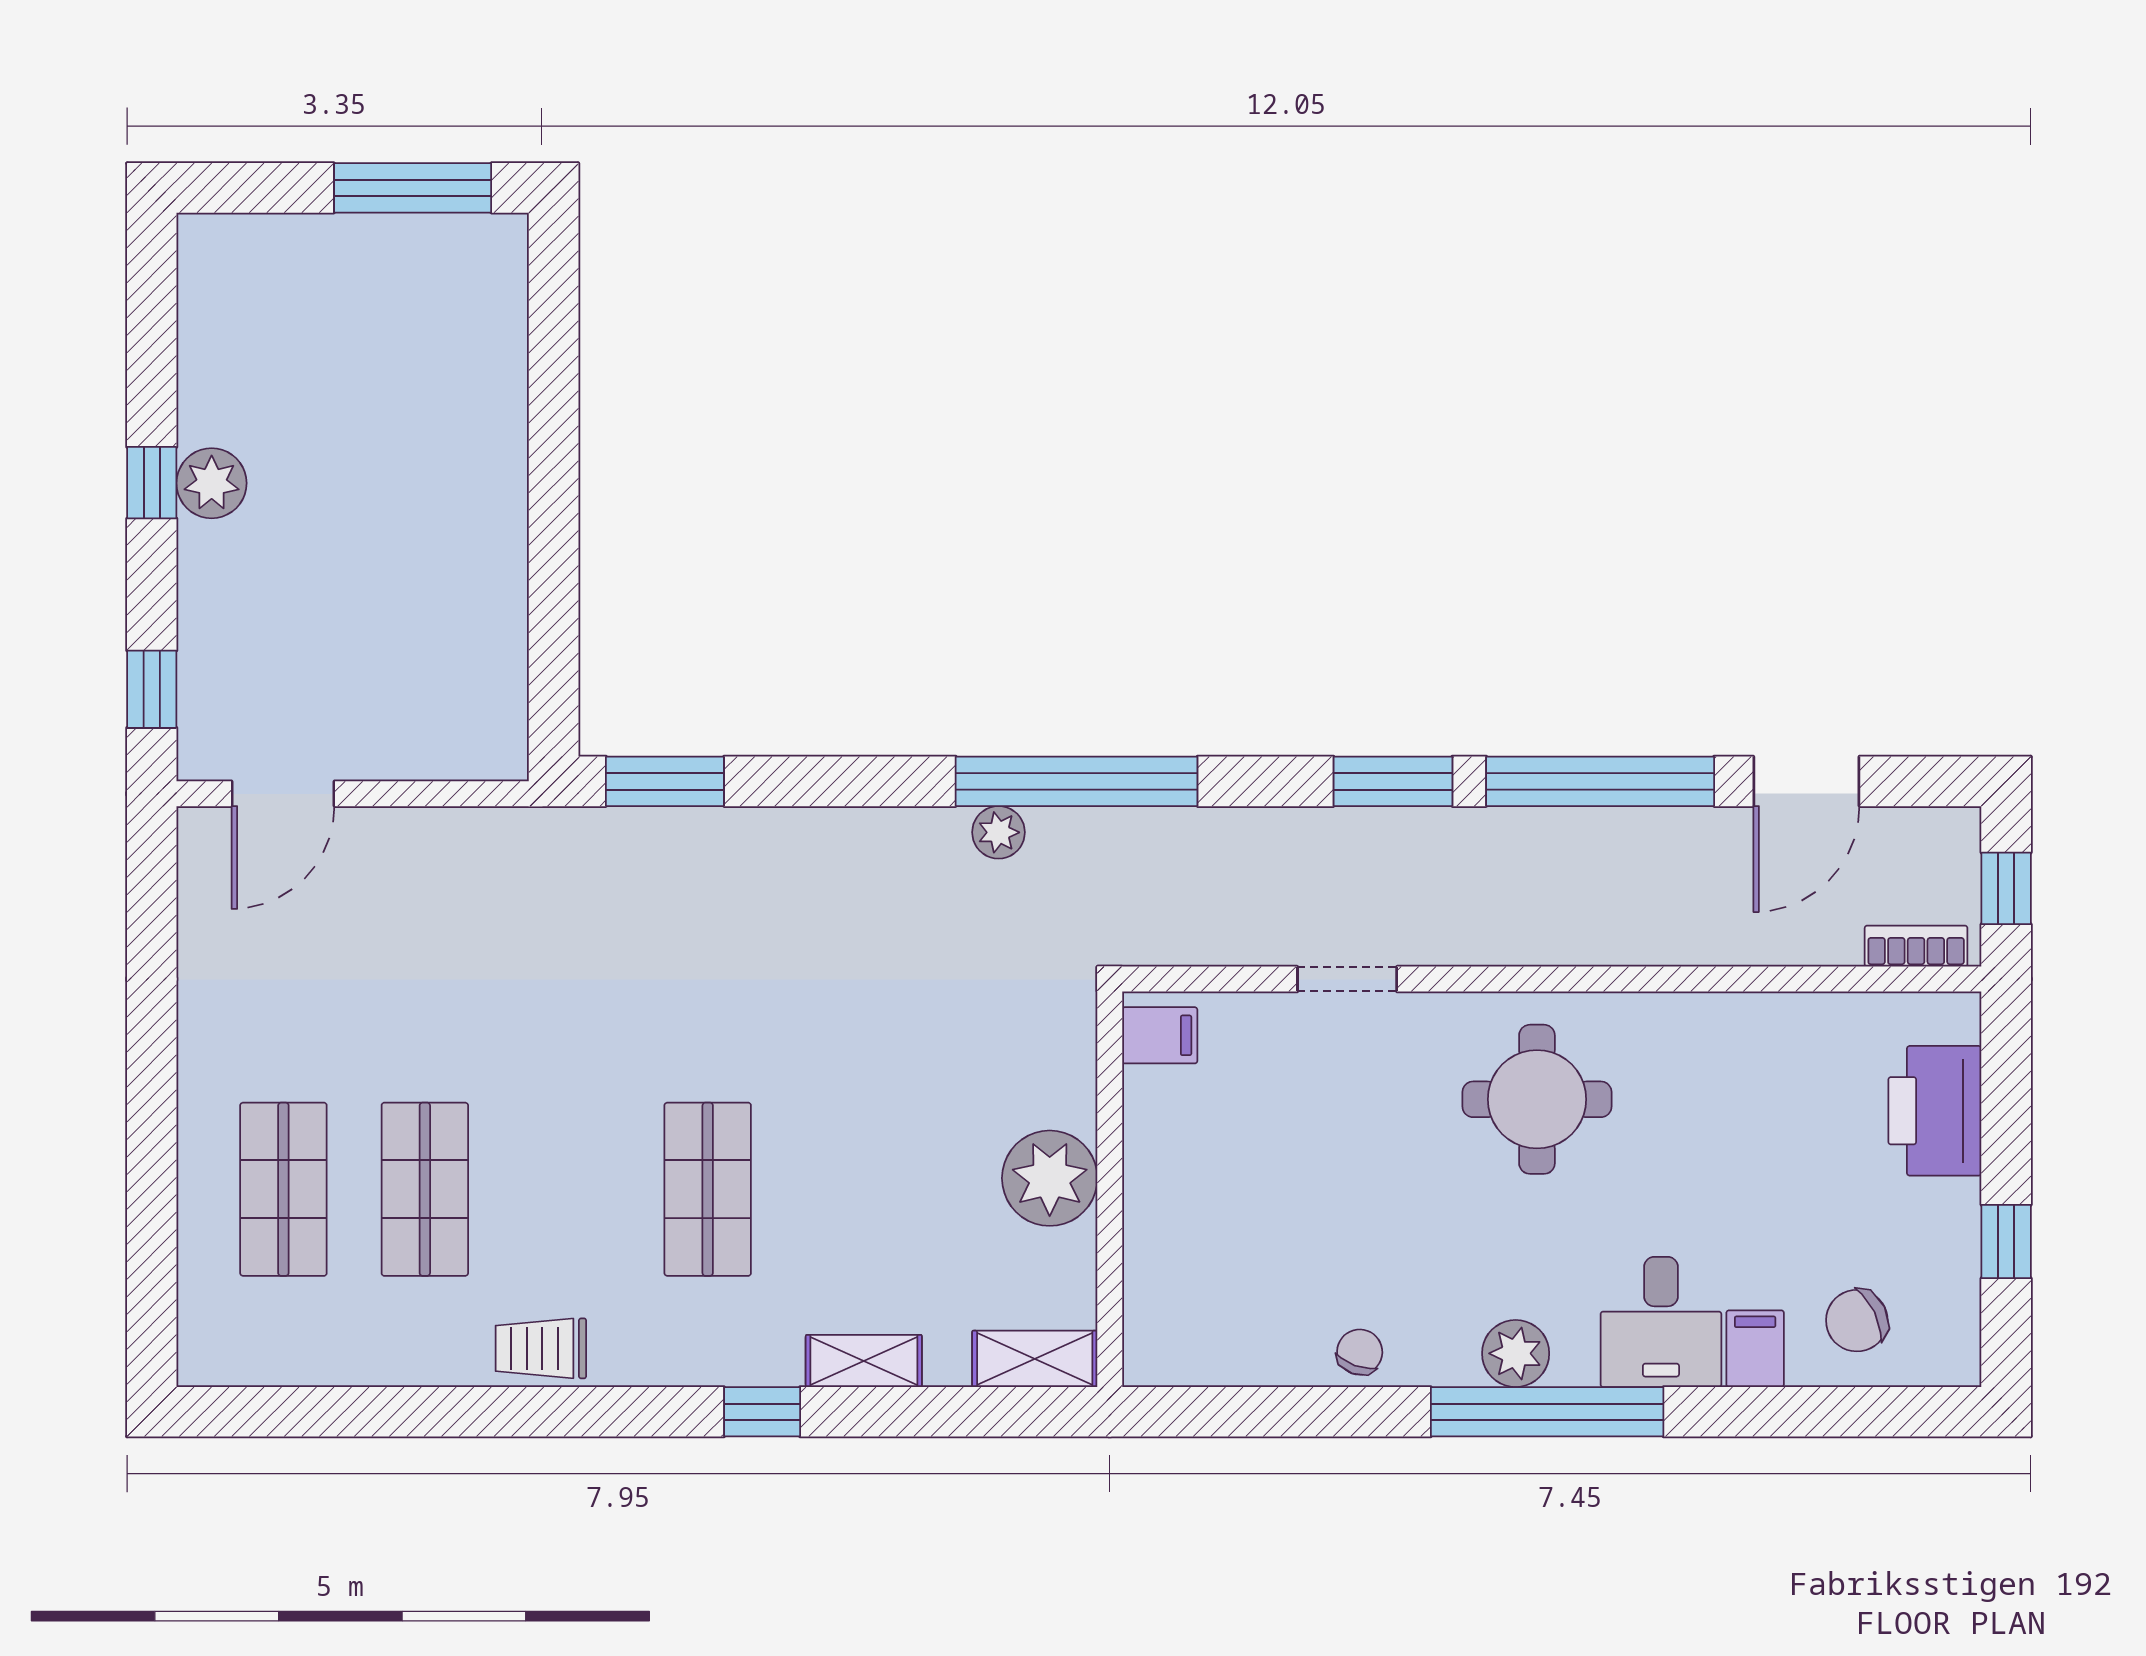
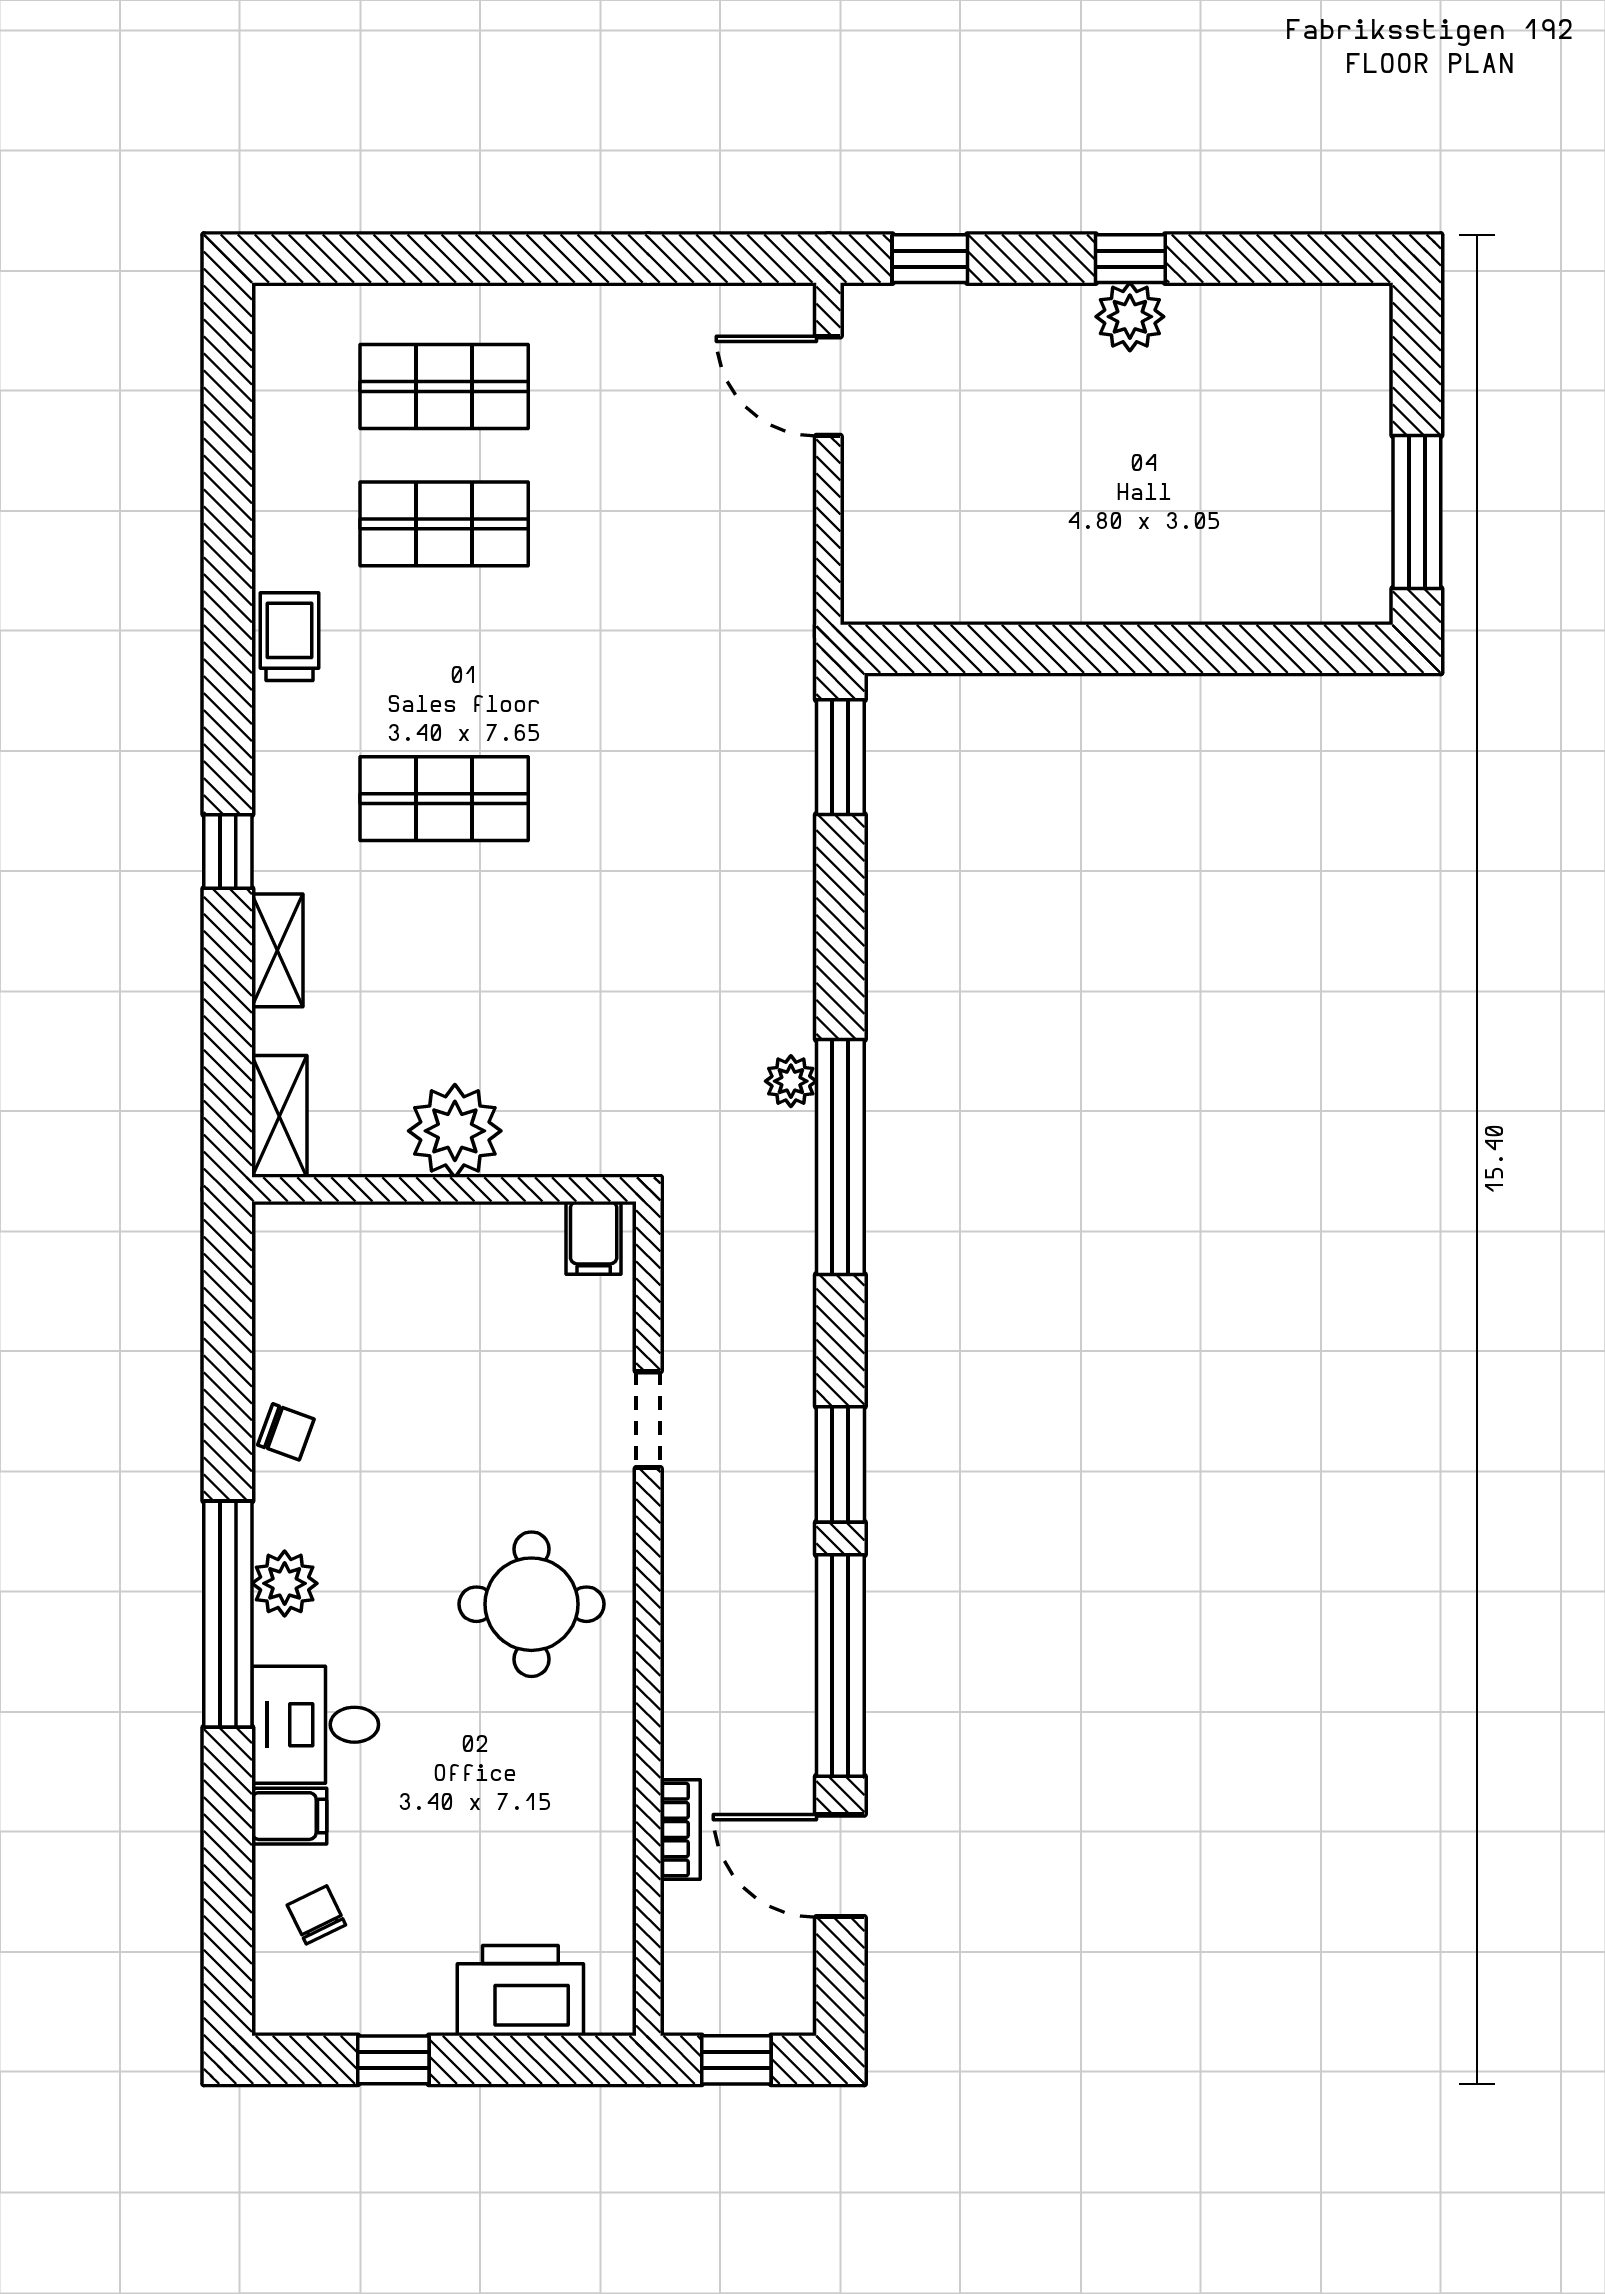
bookcase: (1916, 946) -> (680, 1830), moved
chair: (1857, 1321) -> (316, 1915), width x0.73, depth x0.73

